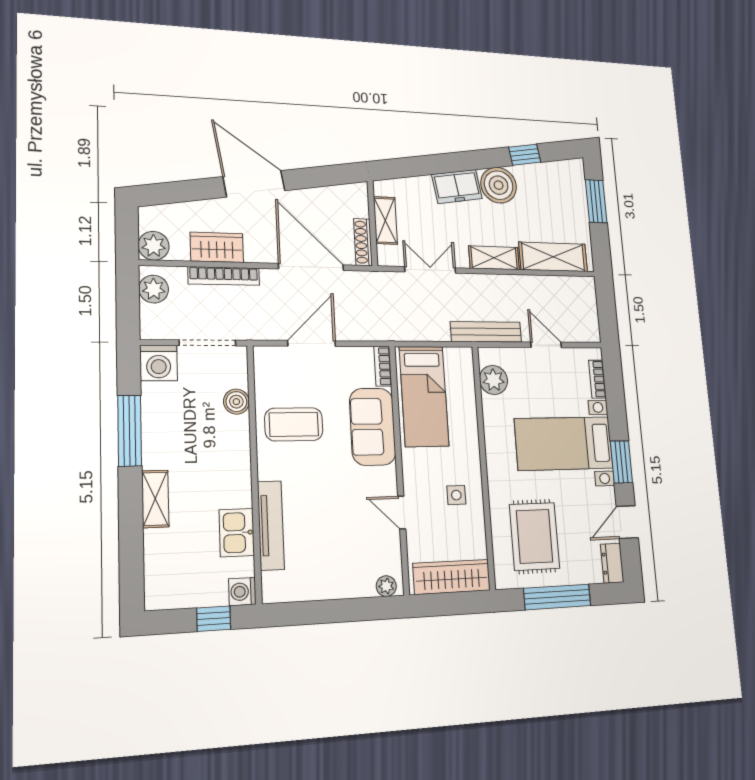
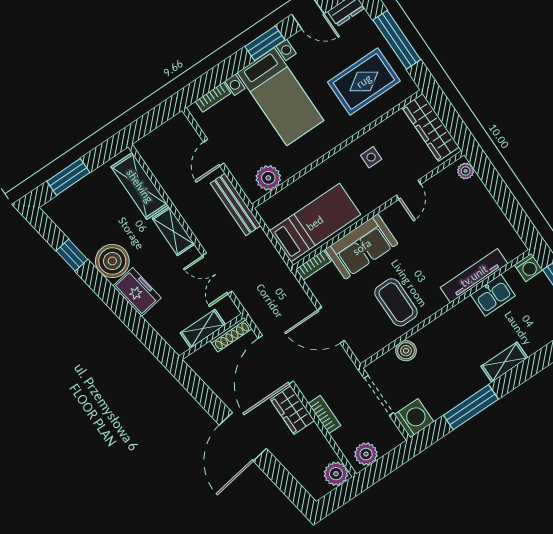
wardrobe: (217, 247) -> (292, 410), moved
bookcase: (224, 276) -> (324, 414), width x0.64

